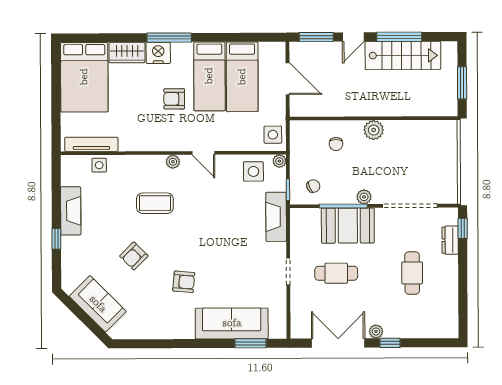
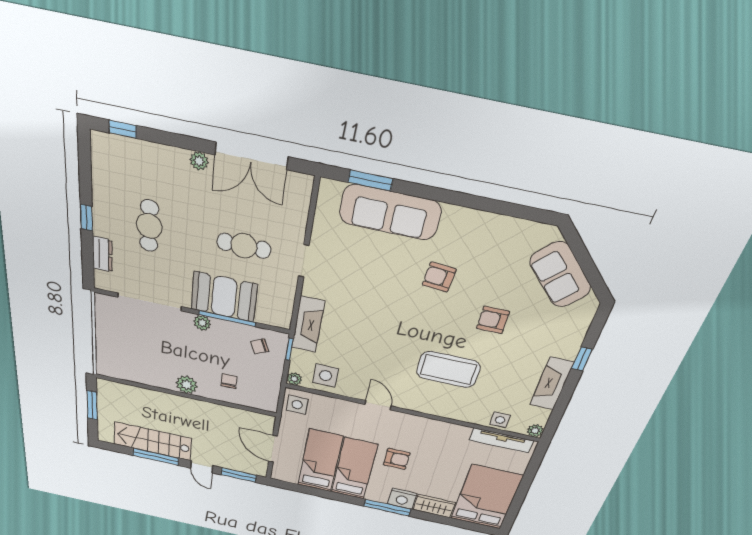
door: (353, 37) -> (202, 467), swing flipped
plant: (173, 162) -> (535, 431), moved
coffee table: (155, 203) -> (448, 370), width x1.36, depth x1.32
window: (463, 228) -> (86, 218), moved
armchair: (134, 256) -> (493, 320), turned -135
window: (390, 343) -> (123, 129), moved

